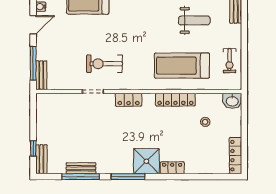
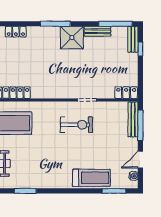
bench: (41, 75) -> (133, 119), width x1.36
locker: (129, 100) -> (126, 93), moved
shower: (146, 161) -> (72, 38), moved
window: (81, 177) -> (115, 24), moved

